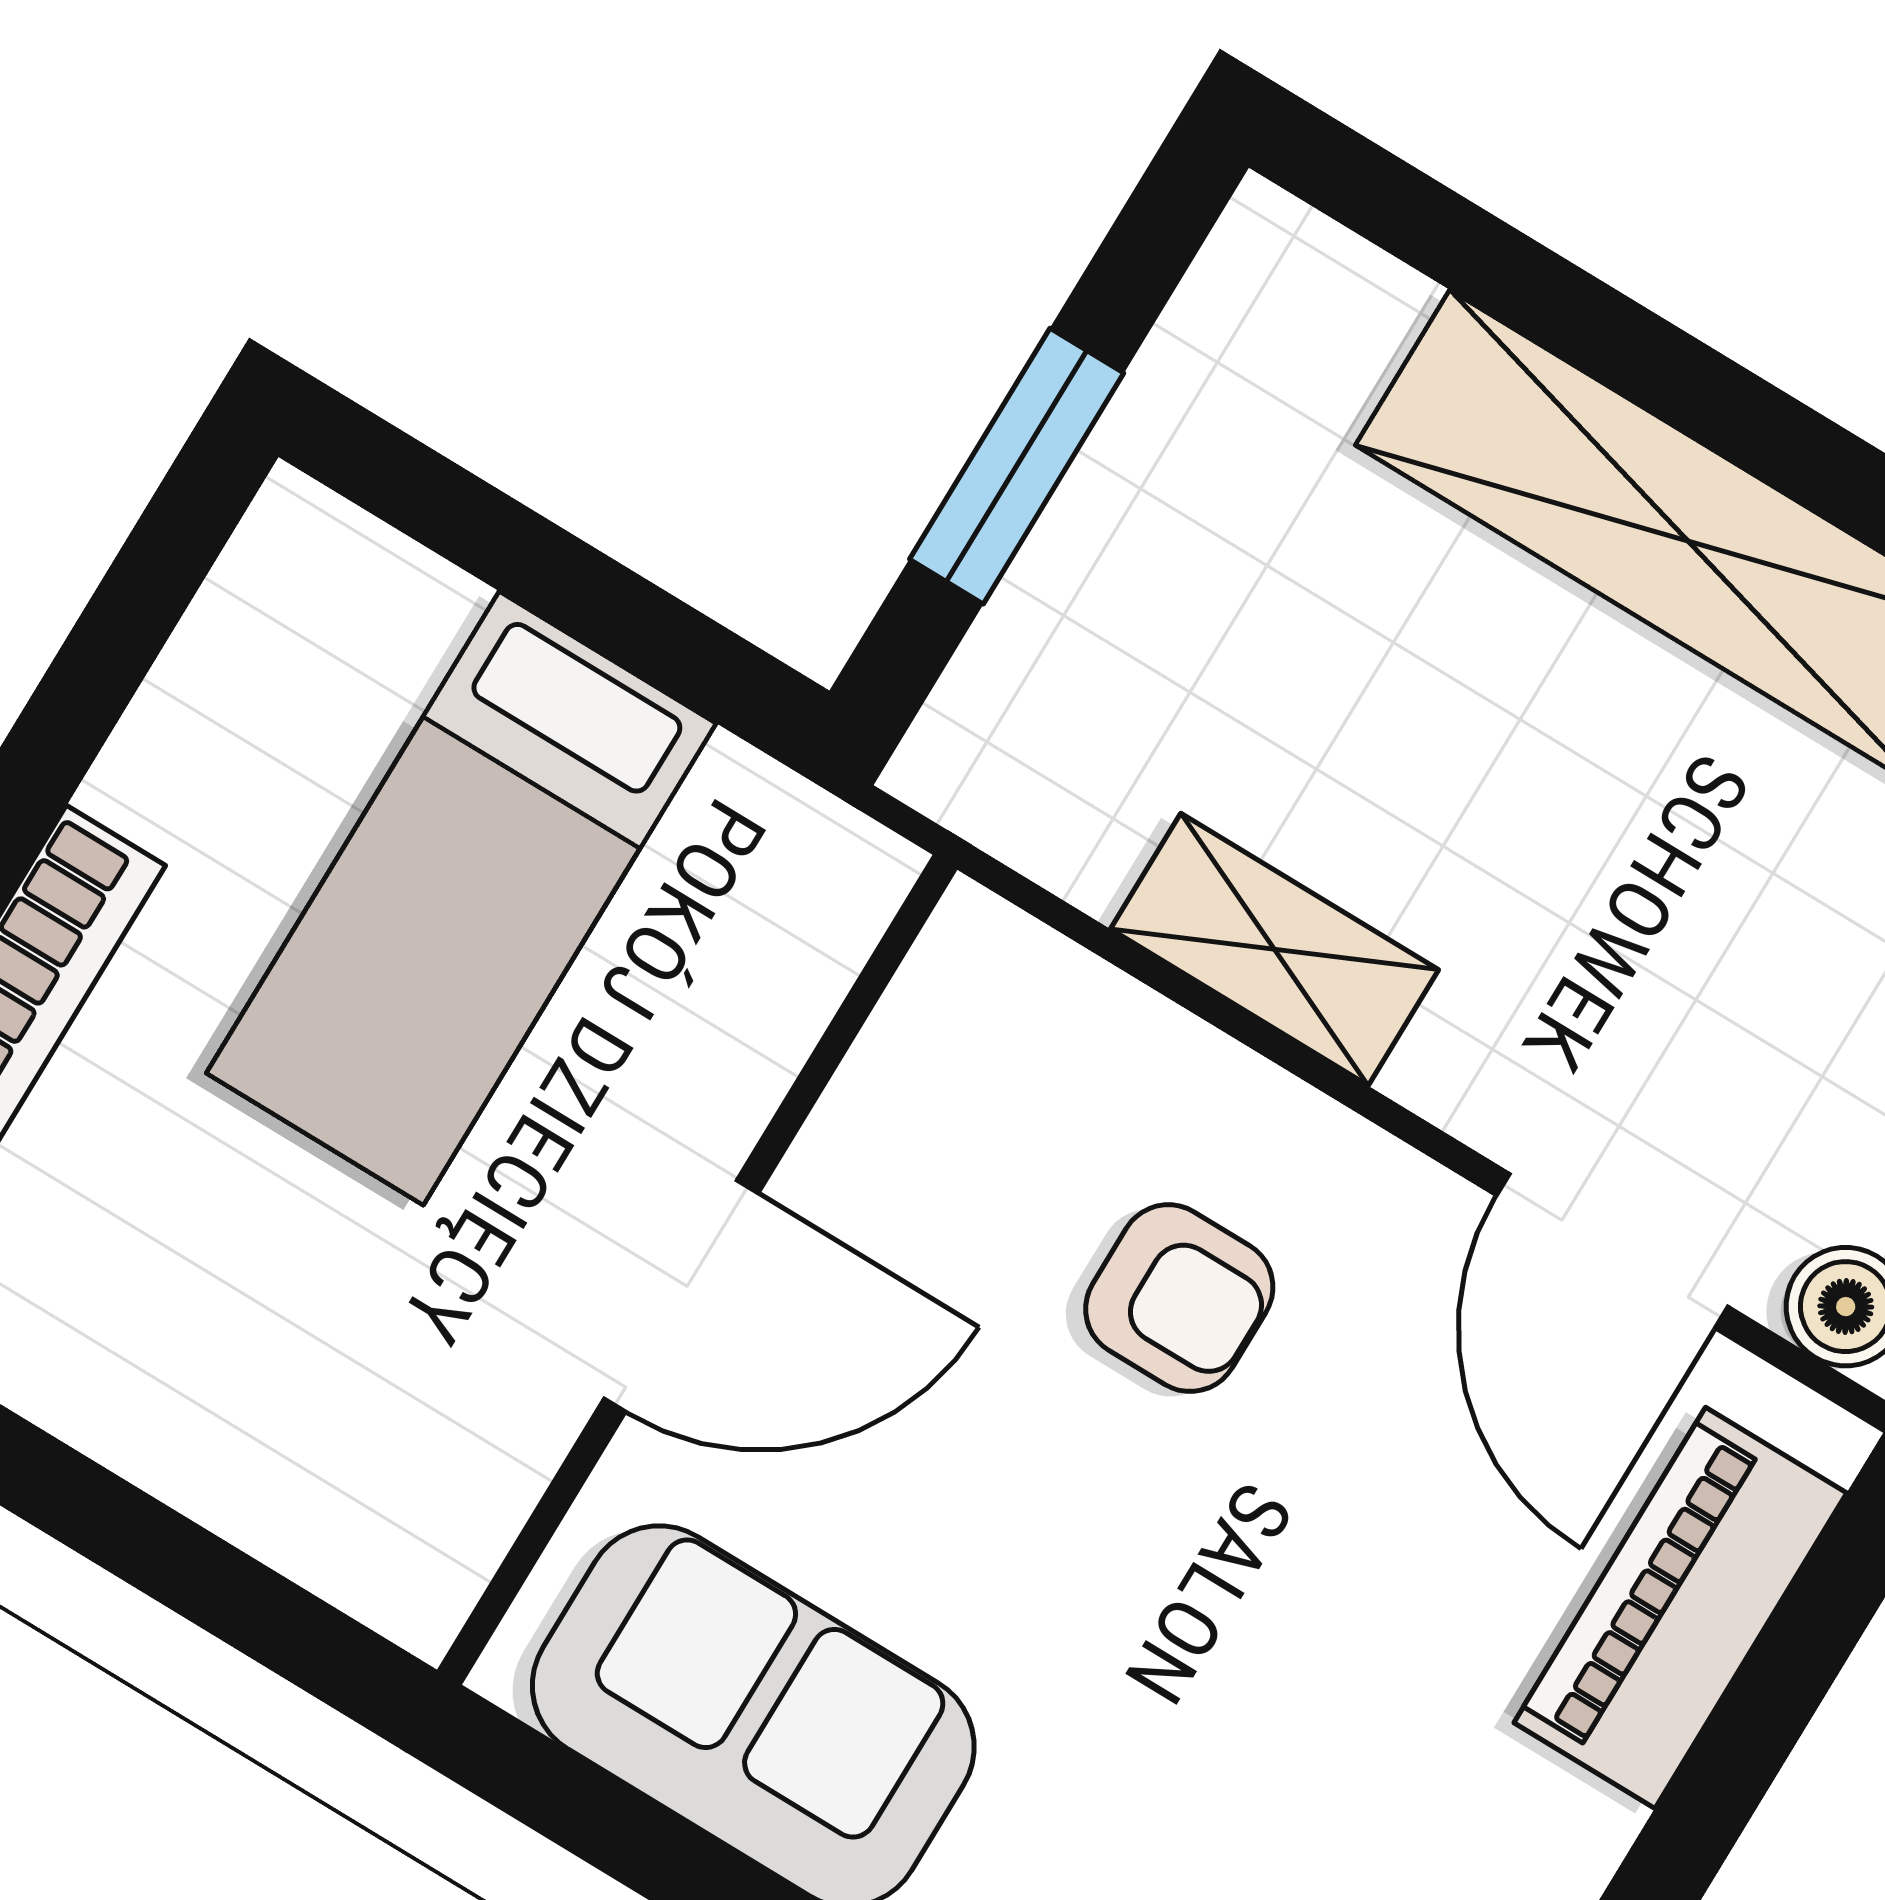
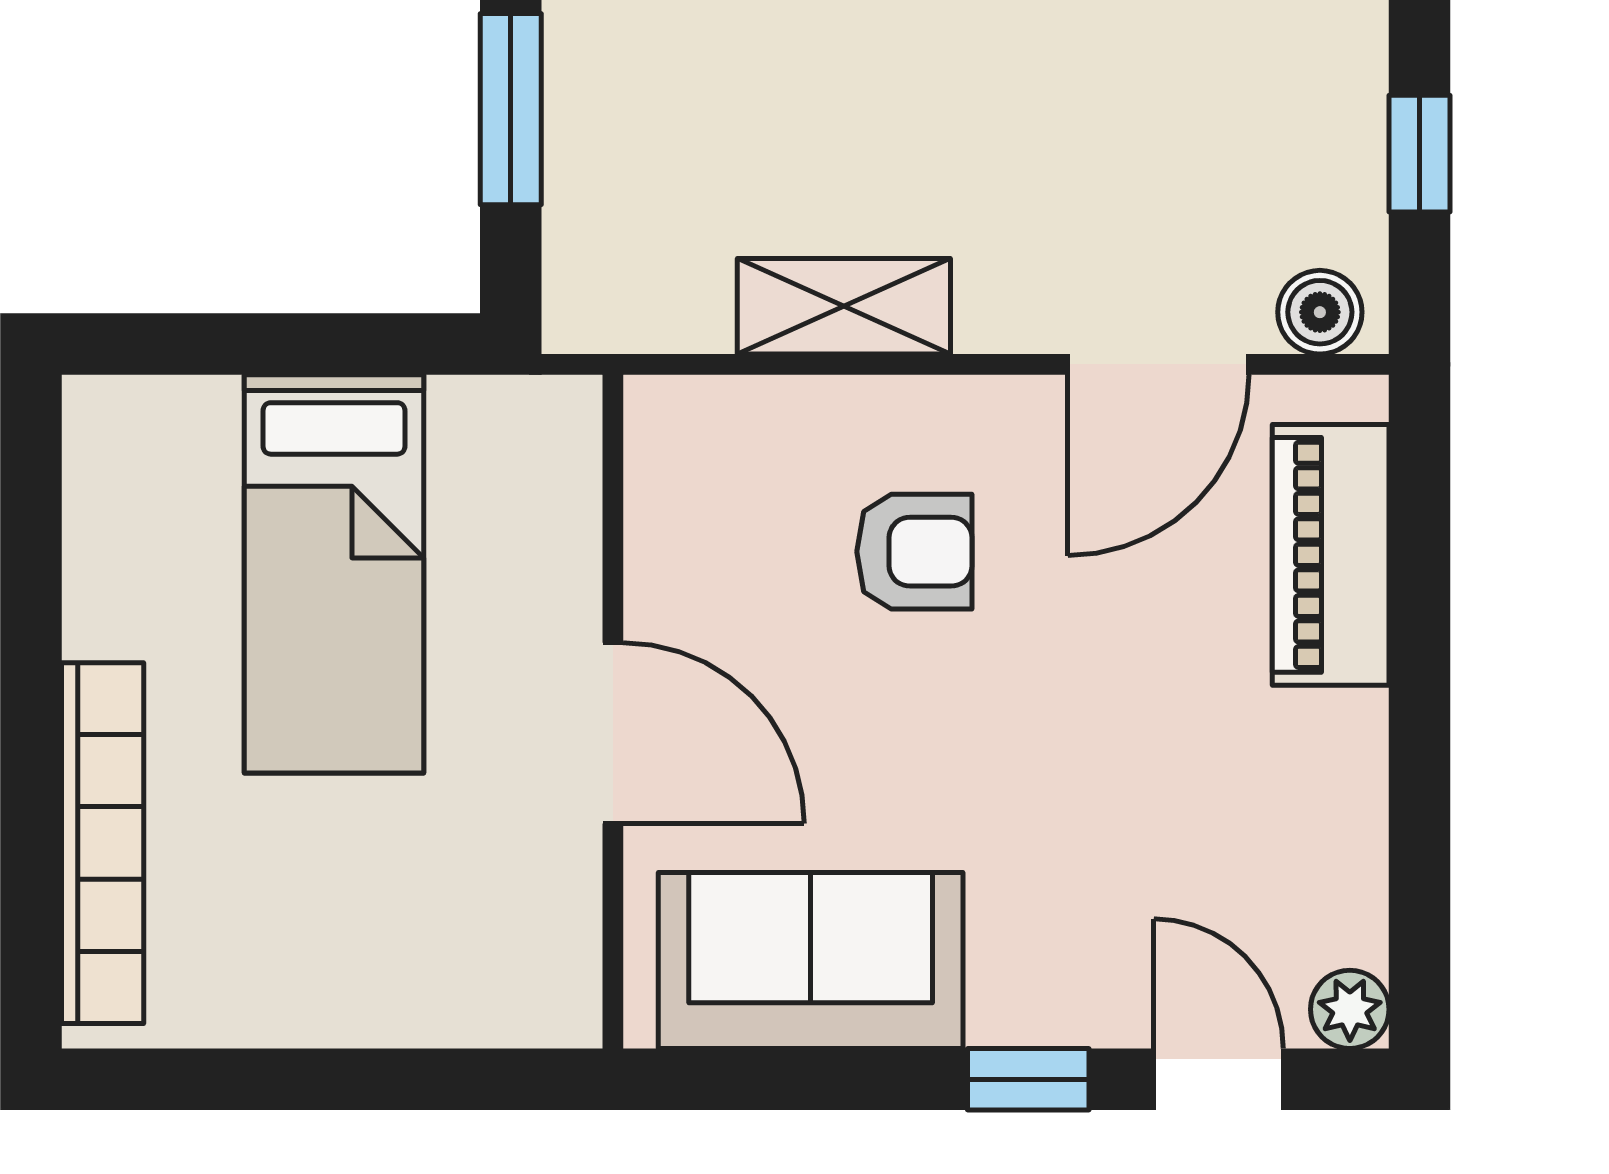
door: (1612, 1251) -> (1158, 364), hinge flipped
door: (681, 1296) -> (613, 733), hinge flipped

